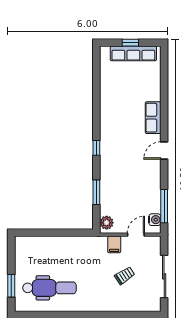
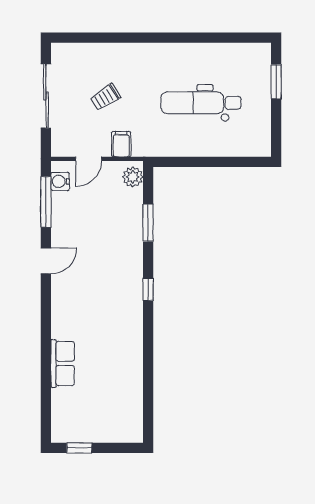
window: (130, 43) -> (79, 448), moved
row of seats: (133, 53) -> (92, 432), removed
row of seats: (153, 118) -> (63, 363), moved
door: (164, 150) -> (46, 261), moved
dental chair: (50, 288) -> (201, 103), moved

